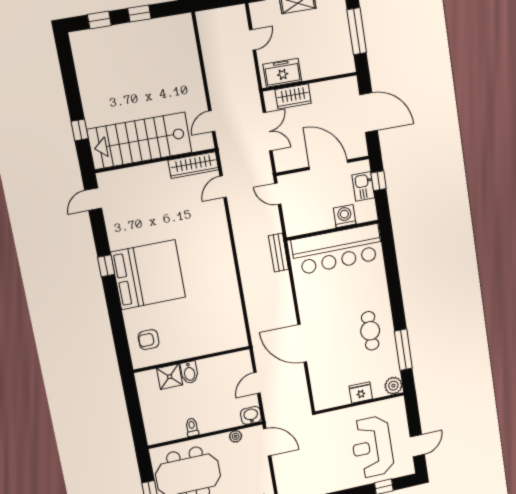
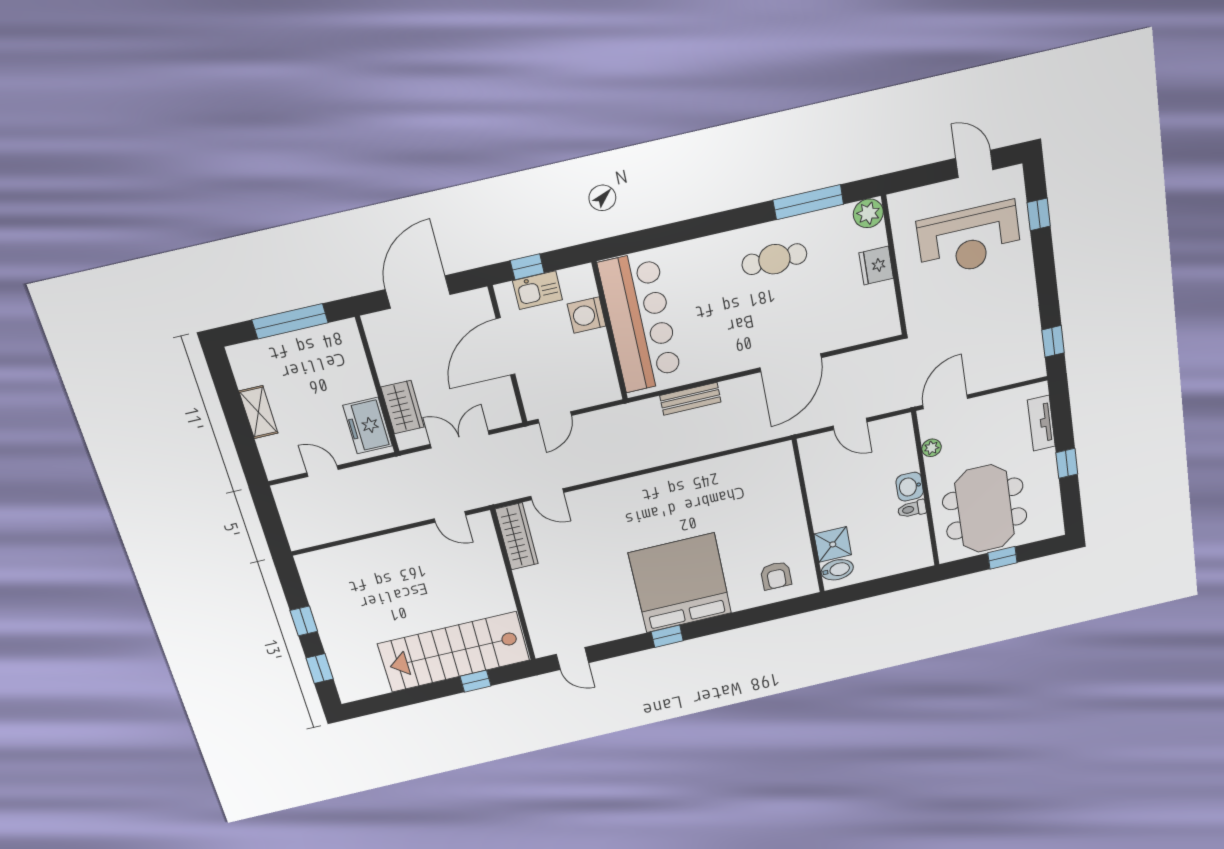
stairs: (140, 141) -> (454, 652), moved, turned 90
bench: (279, 253) -> (690, 399), moved
bidet: (189, 372) -> (837, 570), moved
washbasin: (251, 415) -> (910, 487), moved

